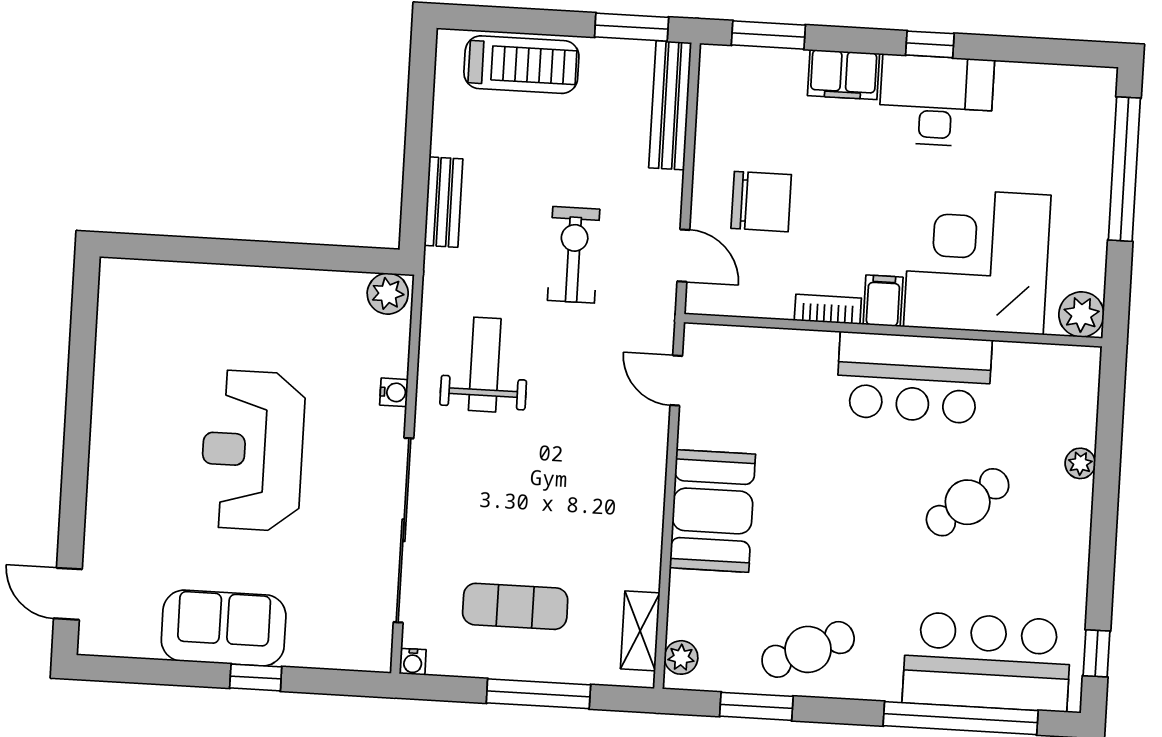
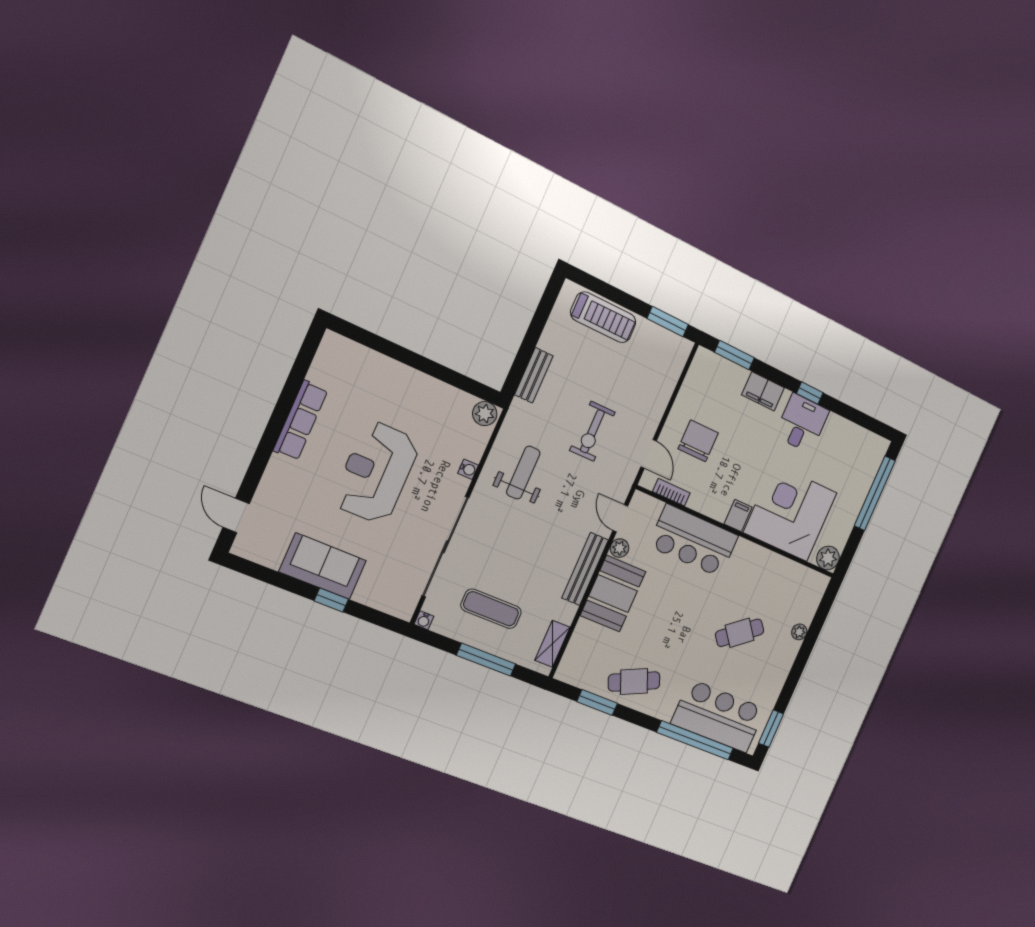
desk: (936, 101) -> (802, 423), width x0.73
bench: (670, 105) -> (585, 569), moved
chair: (761, 202) -> (698, 441), turned -90
exercise bike: (574, 255) -> (592, 431), turned 180
bookcase: (828, 309) -> (671, 492), moved
bar counter: (914, 378) -> (694, 541), moved
row of seats: (111, 412) -> (300, 420), added
window: (1096, 653) -> (771, 728), width x1.50
plant: (681, 657) -> (620, 548), moved

